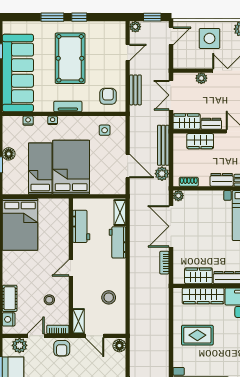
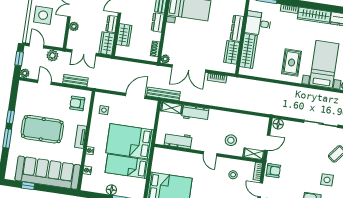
bench: (163, 145) -> (163, 94), moved
plant: (162, 174) -> (52, 56), moved
stool: (109, 297) -> (231, 140), moved
rug: (197, 335) -> (292, 62), moved

